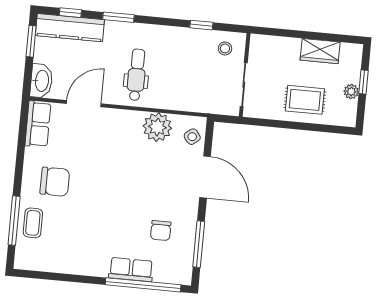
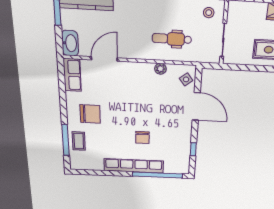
dental chair: (137, 75) -> (172, 39), moved, turned -90
plant: (157, 127) -> (160, 69), width x0.53, depth x0.53
chair: (161, 231) -> (142, 137), moved
window: (199, 244) -> (193, 149), width x0.46
row of seats: (131, 270) -> (134, 166), width x2.02

